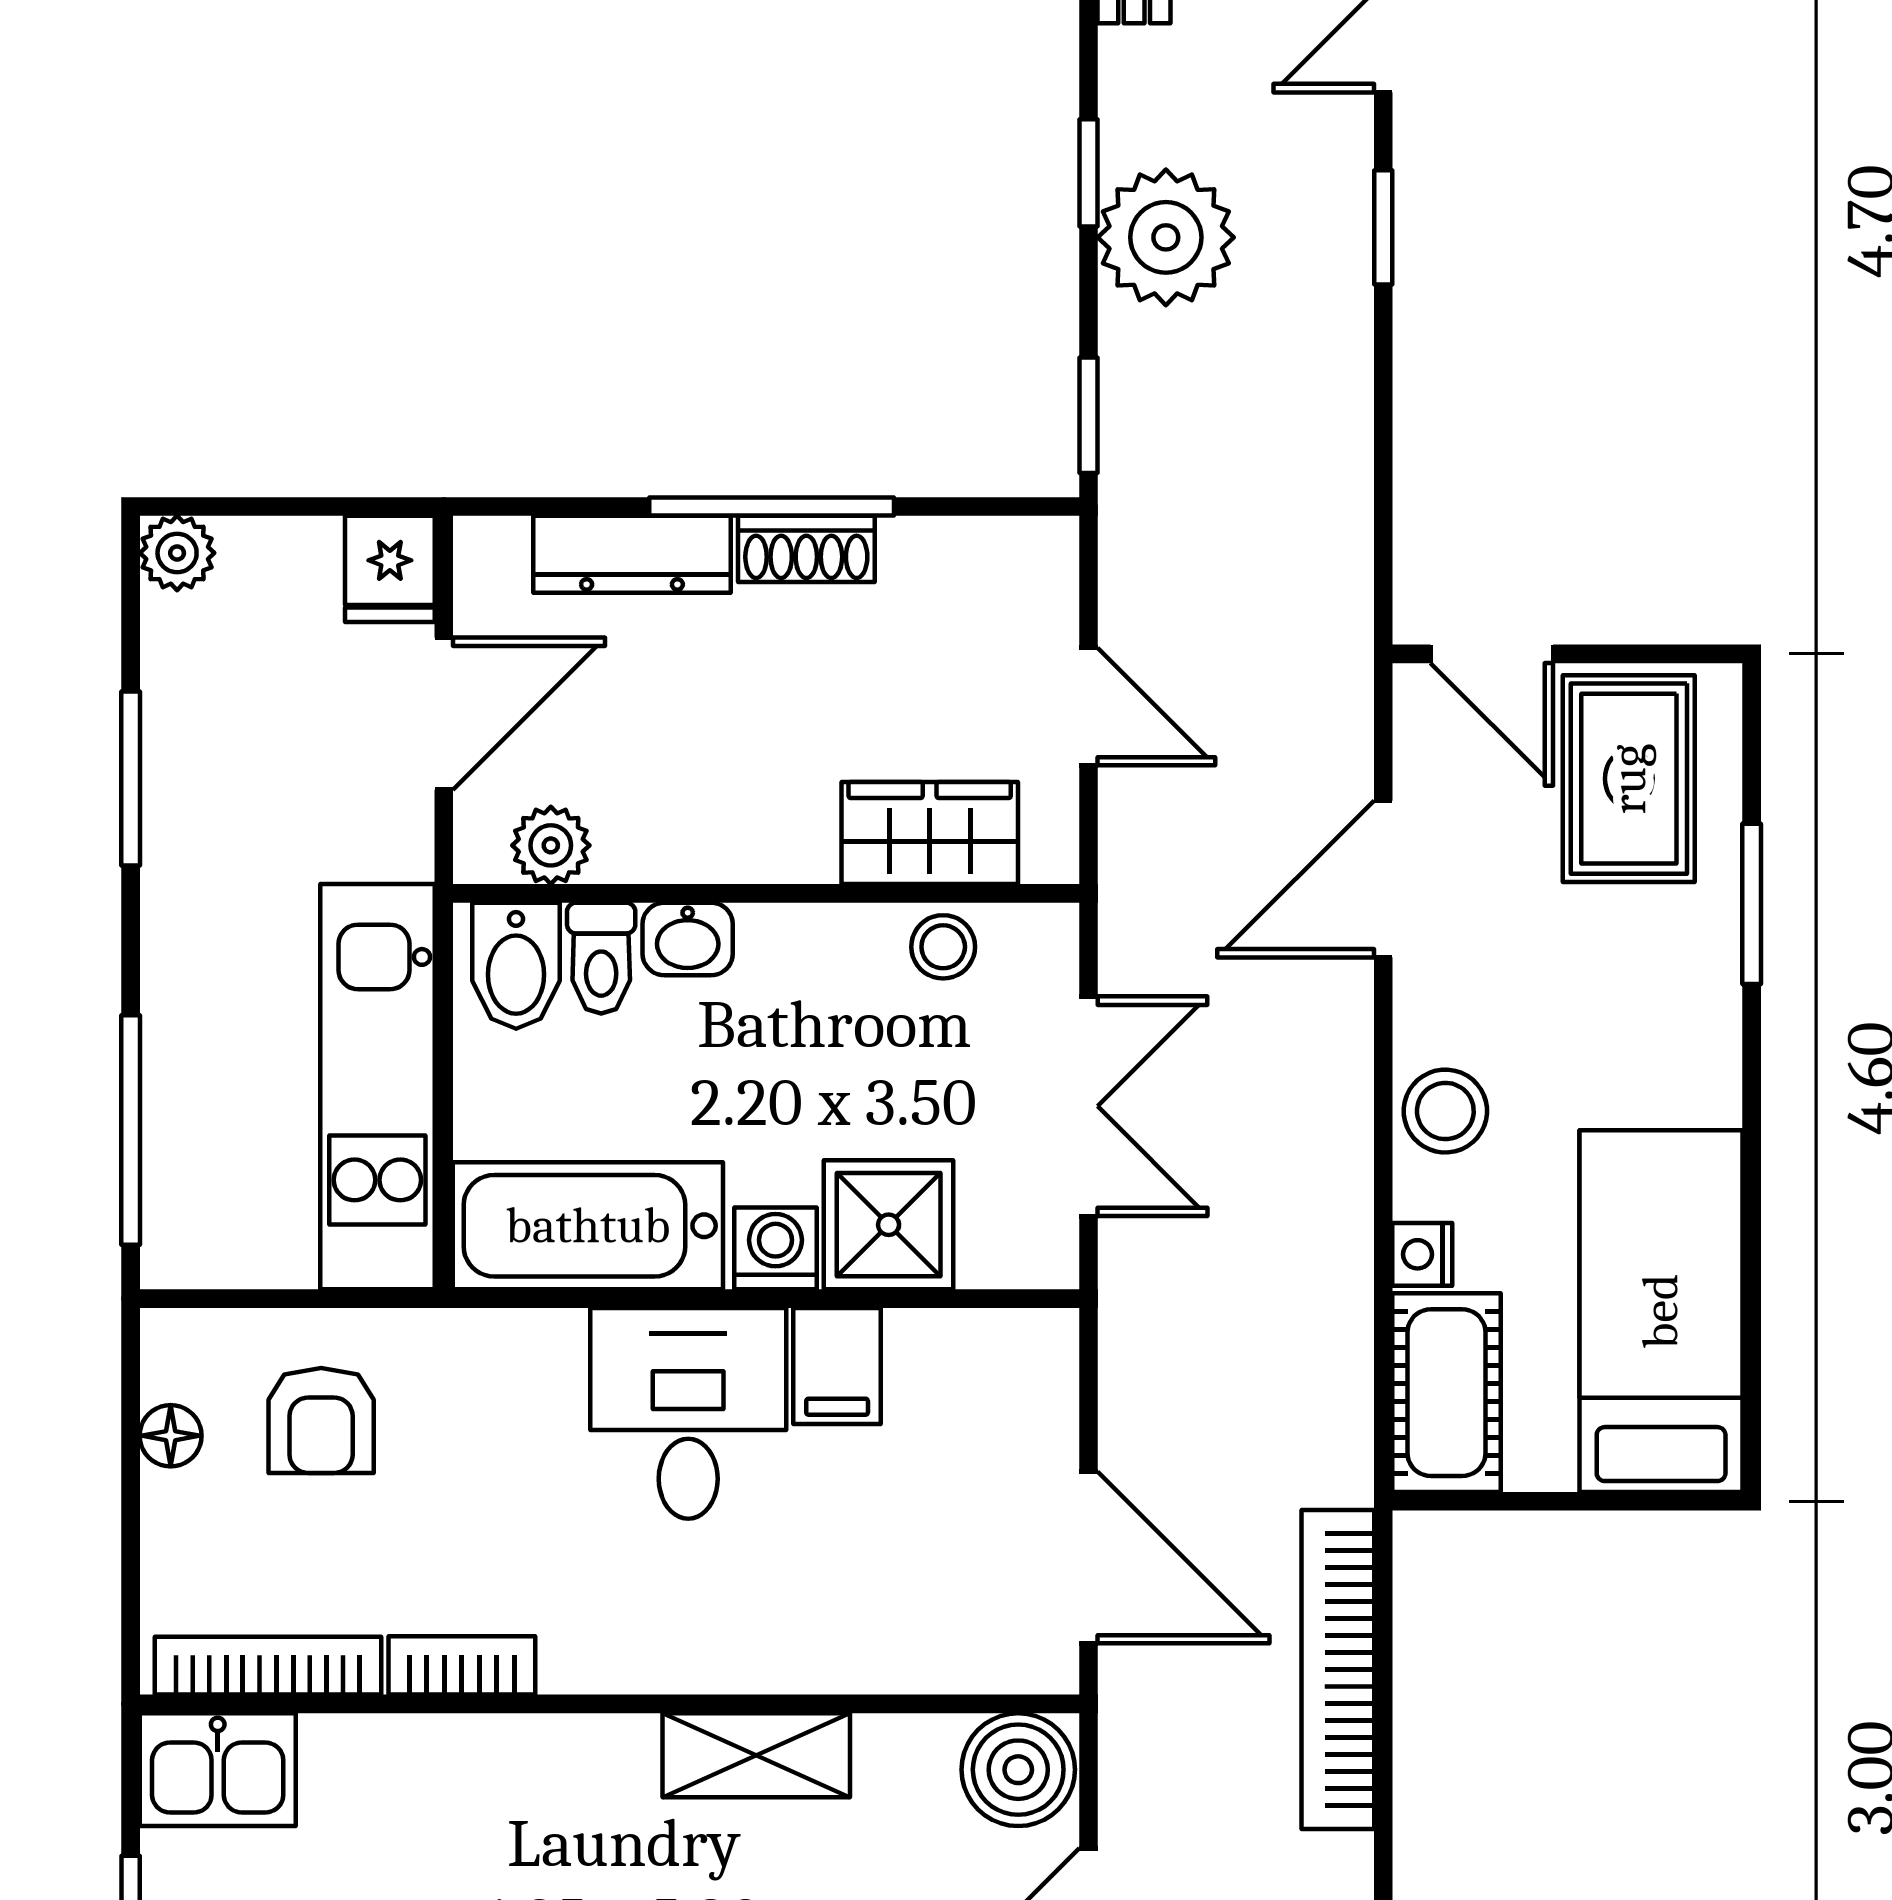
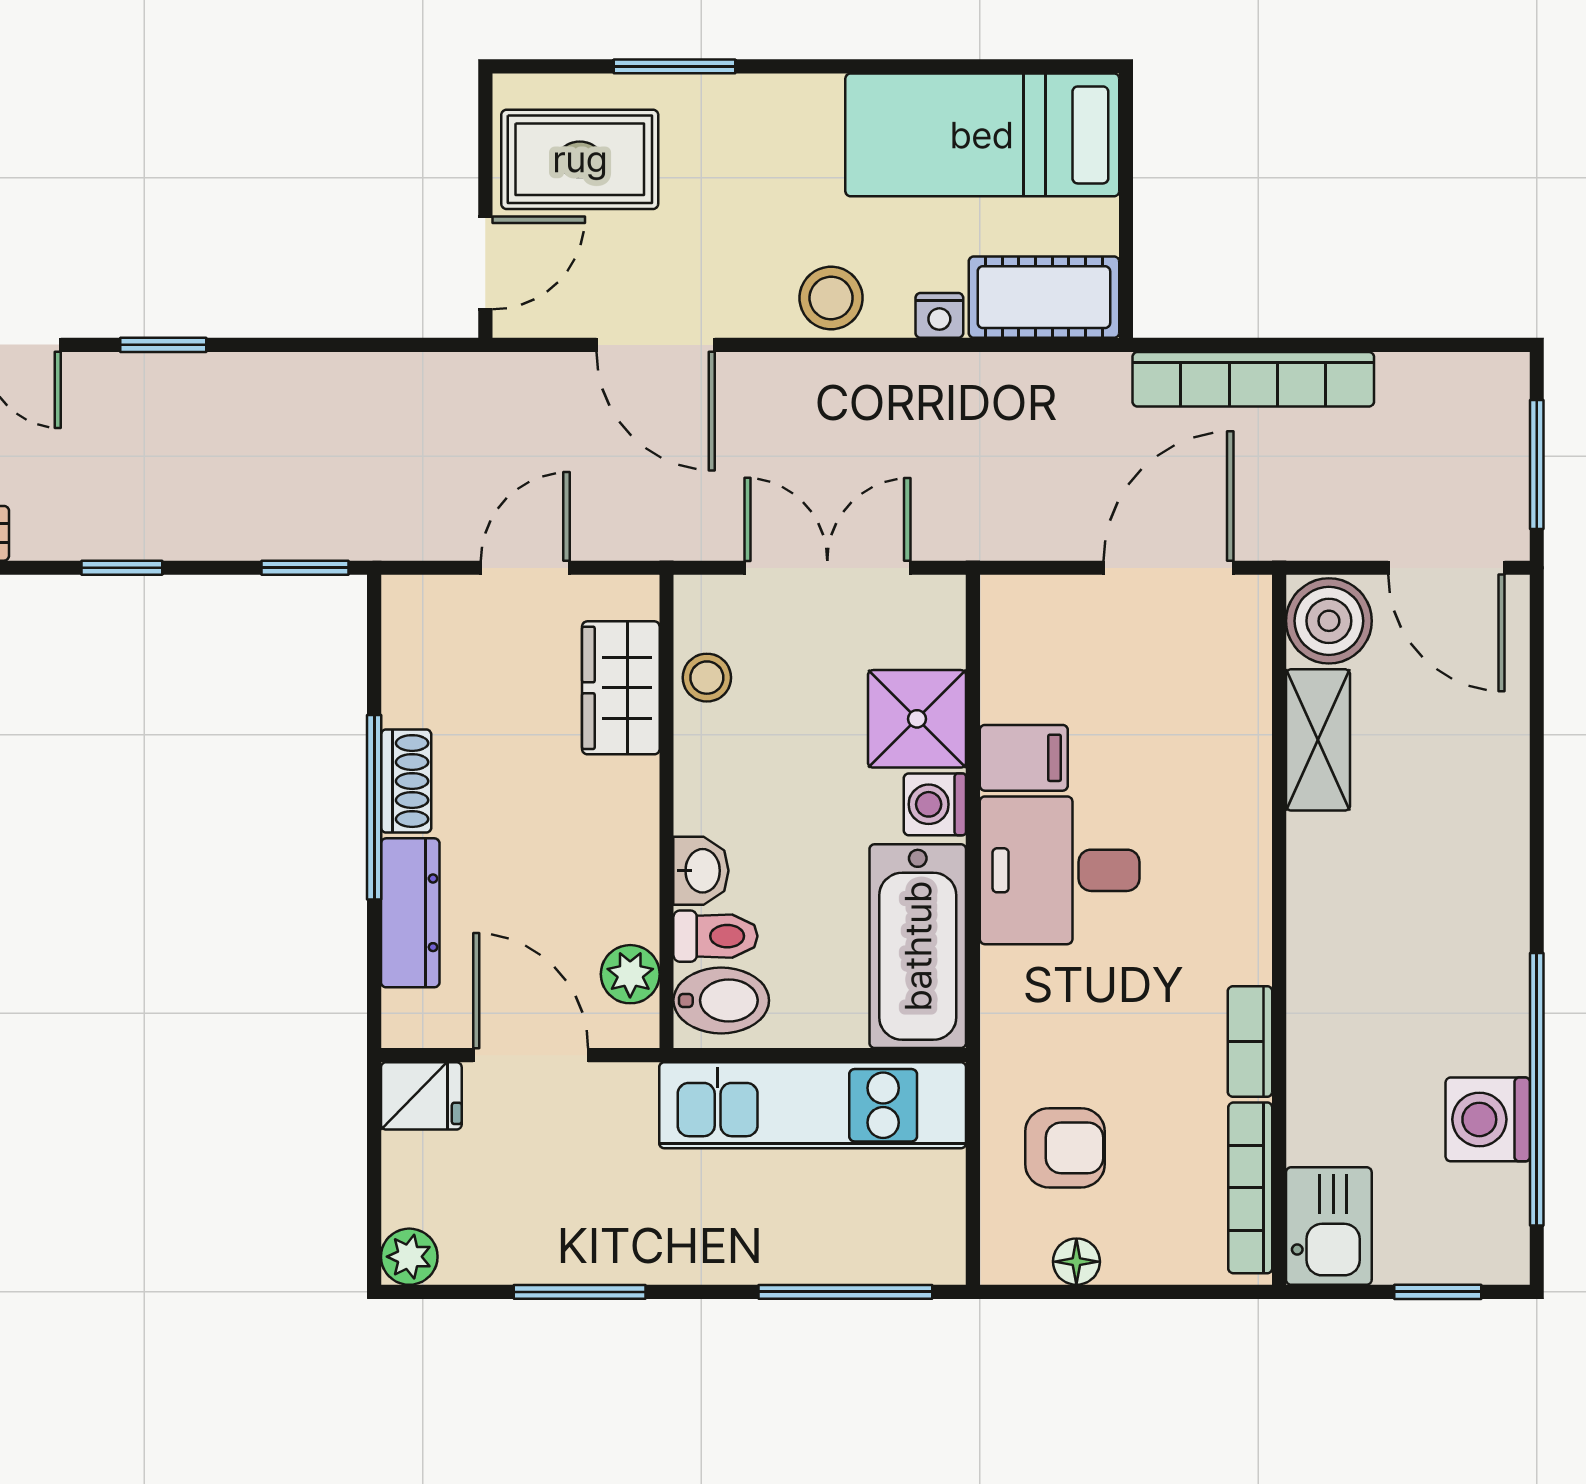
plant: (1166, 237) -> (171, 509), removed
shelving: (756, 1755) -> (1318, 740), moved

